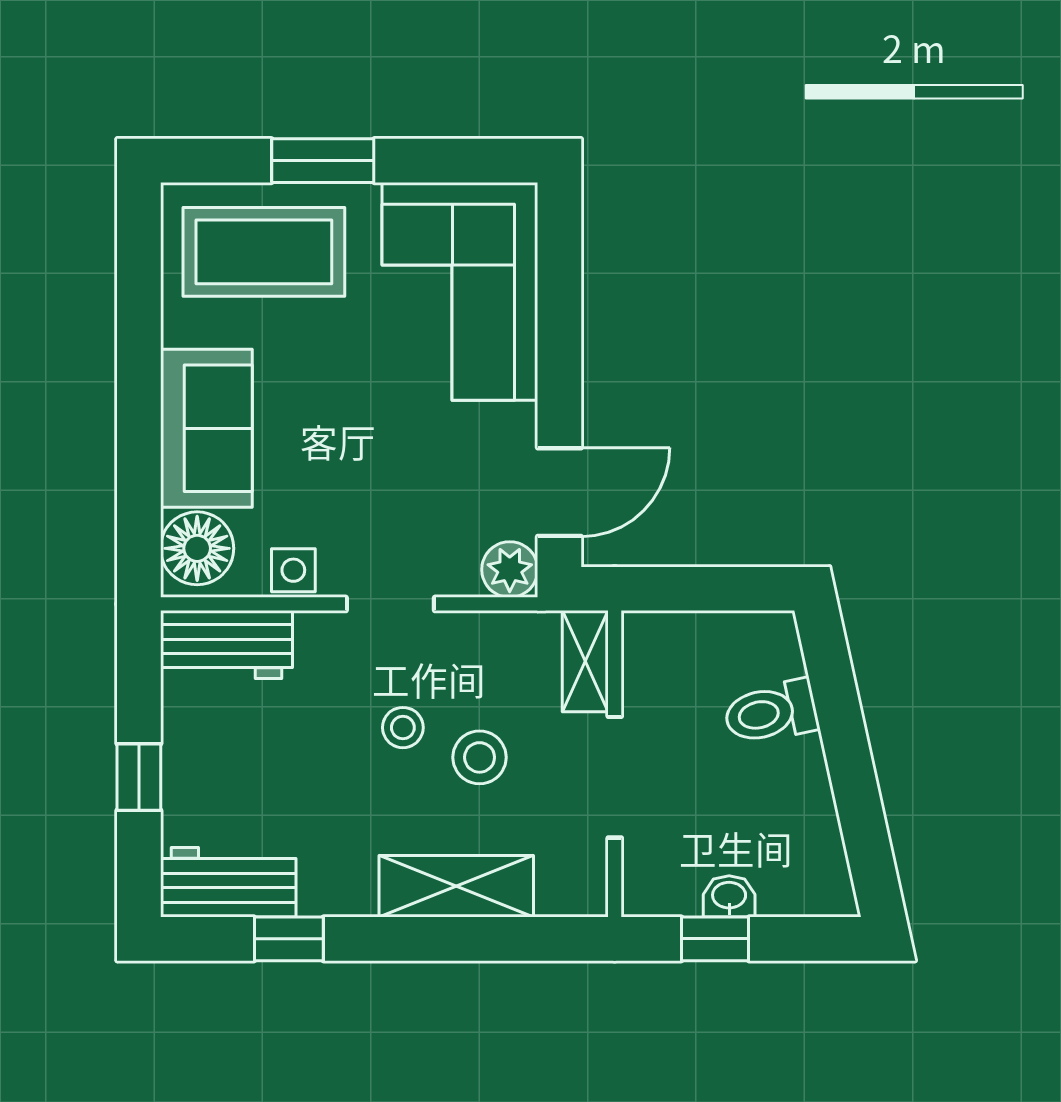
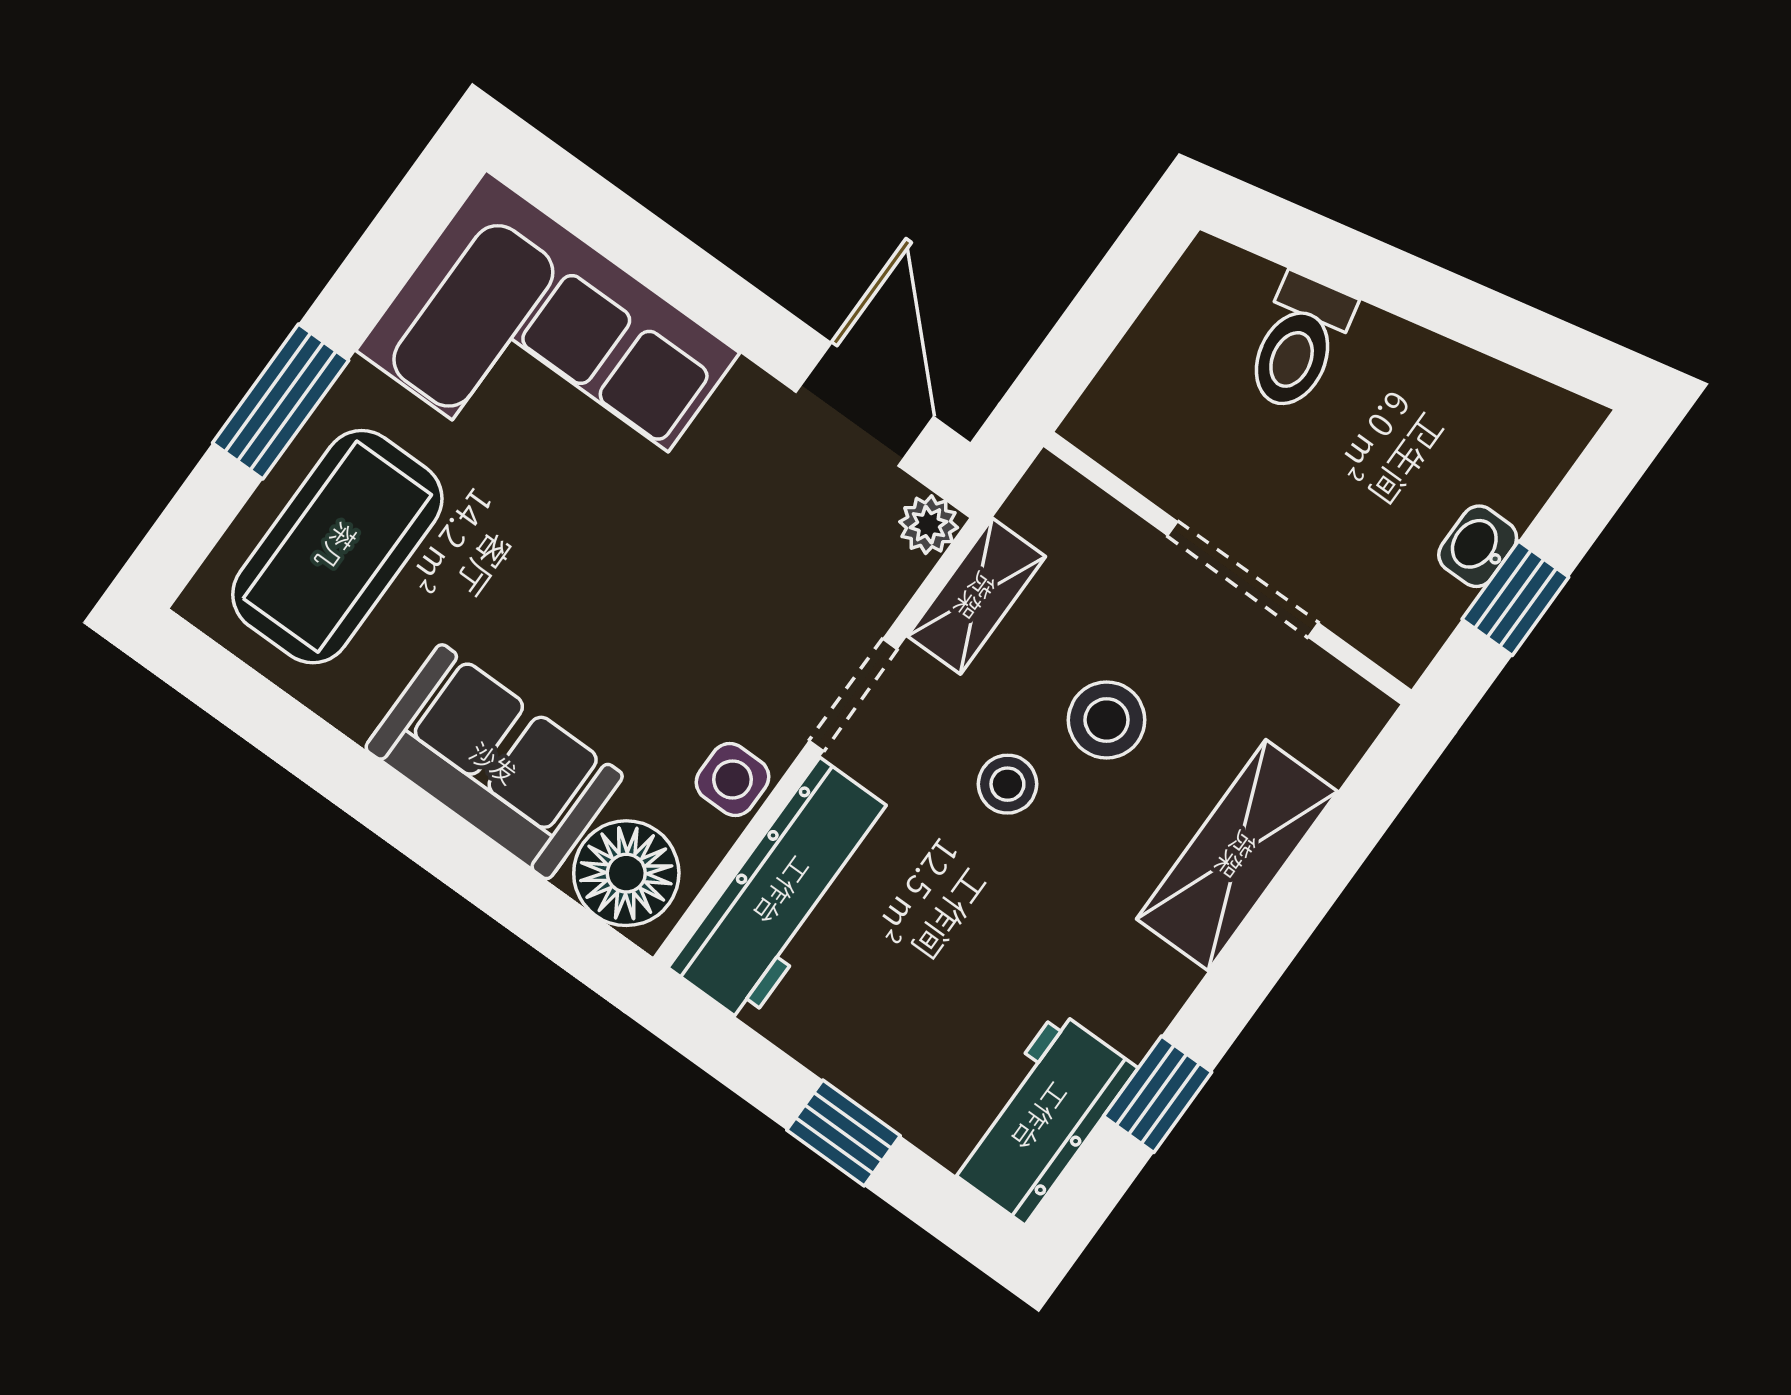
plant: (510, 570) -> (929, 525), width x0.73, depth x0.73
workbench: (226, 645) -> (783, 891), width x1.38
shelving: (585, 661) -> (976, 596), moved, turned 90

